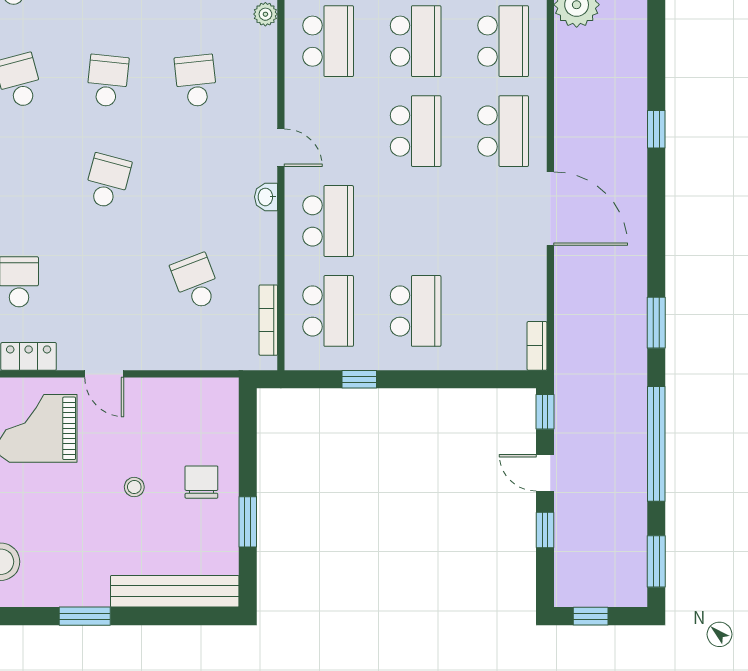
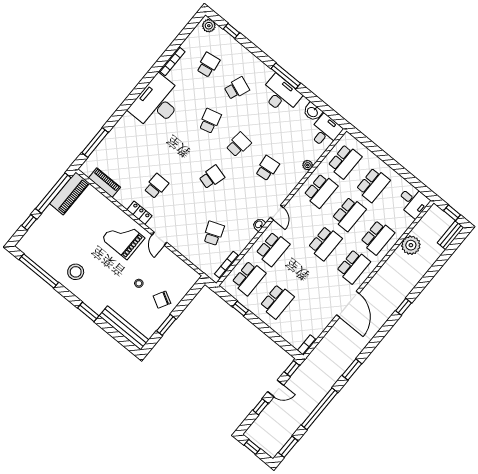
door: (545, 473) -> (276, 388), swing flipped
chair: (201, 482) -> (162, 300), turned -151

